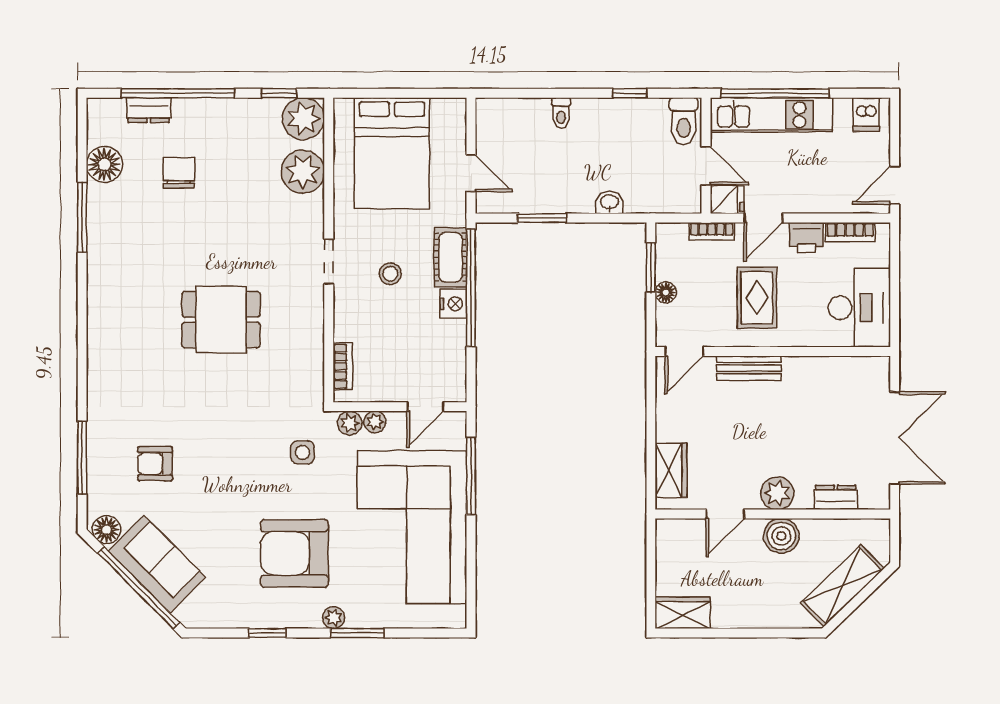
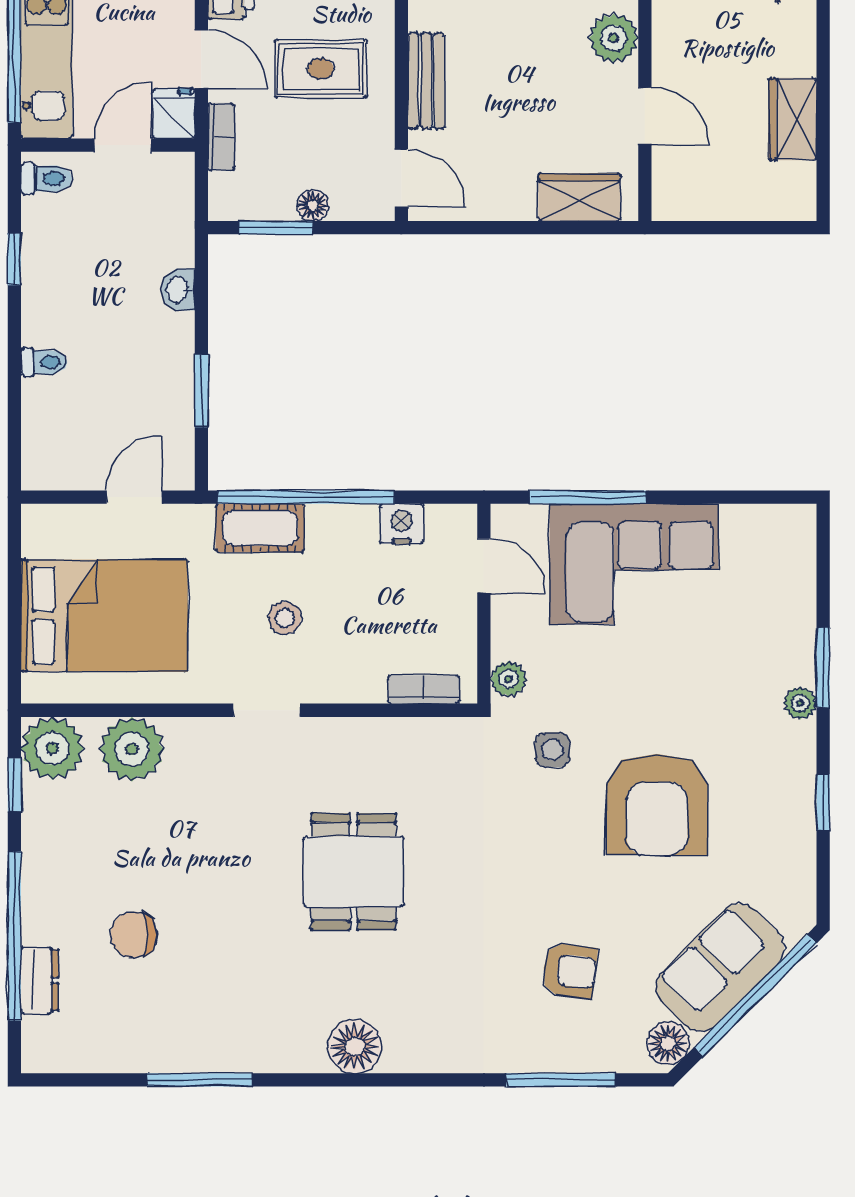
toilet: (684, 121) -> (46, 179), width x0.73, depth x0.72
floor lamp: (104, 164) -> (355, 1046), moved
nightstand: (453, 304) -> (402, 524), moved
plant: (375, 422) -> (507, 641), removed
armchair: (155, 464) -> (569, 971), turned -83
corner sofa: (412, 527) -> (634, 564), width x0.73, depth x0.74
boiler: (781, 536) -> (678, 32), removed
armchair: (294, 553) -> (657, 804), moved
wardrobe: (683, 613) -> (793, 119), moved

